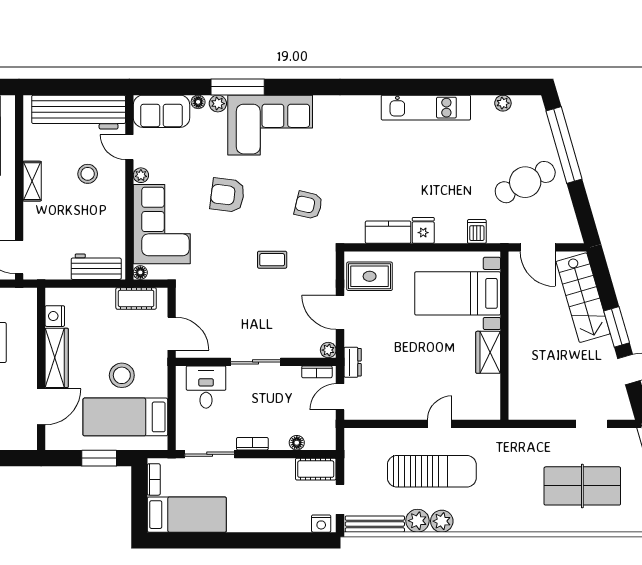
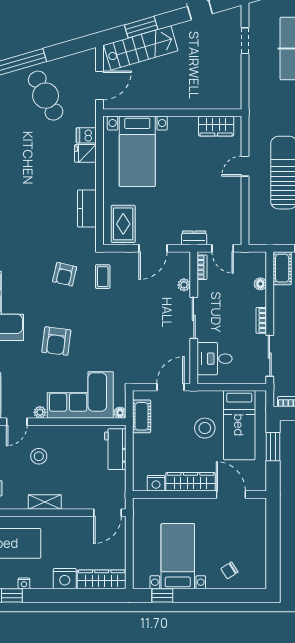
fridge: (423, 230) -> (85, 153), moved
coffee table: (272, 260) -> (103, 277), moved
window: (617, 327) -> (141, 27), moved
plant: (328, 350) -> (184, 285), moved
wardrobe: (488, 352) -> (216, 126), moved
door: (440, 424) -> (245, 166), hinge flipped

